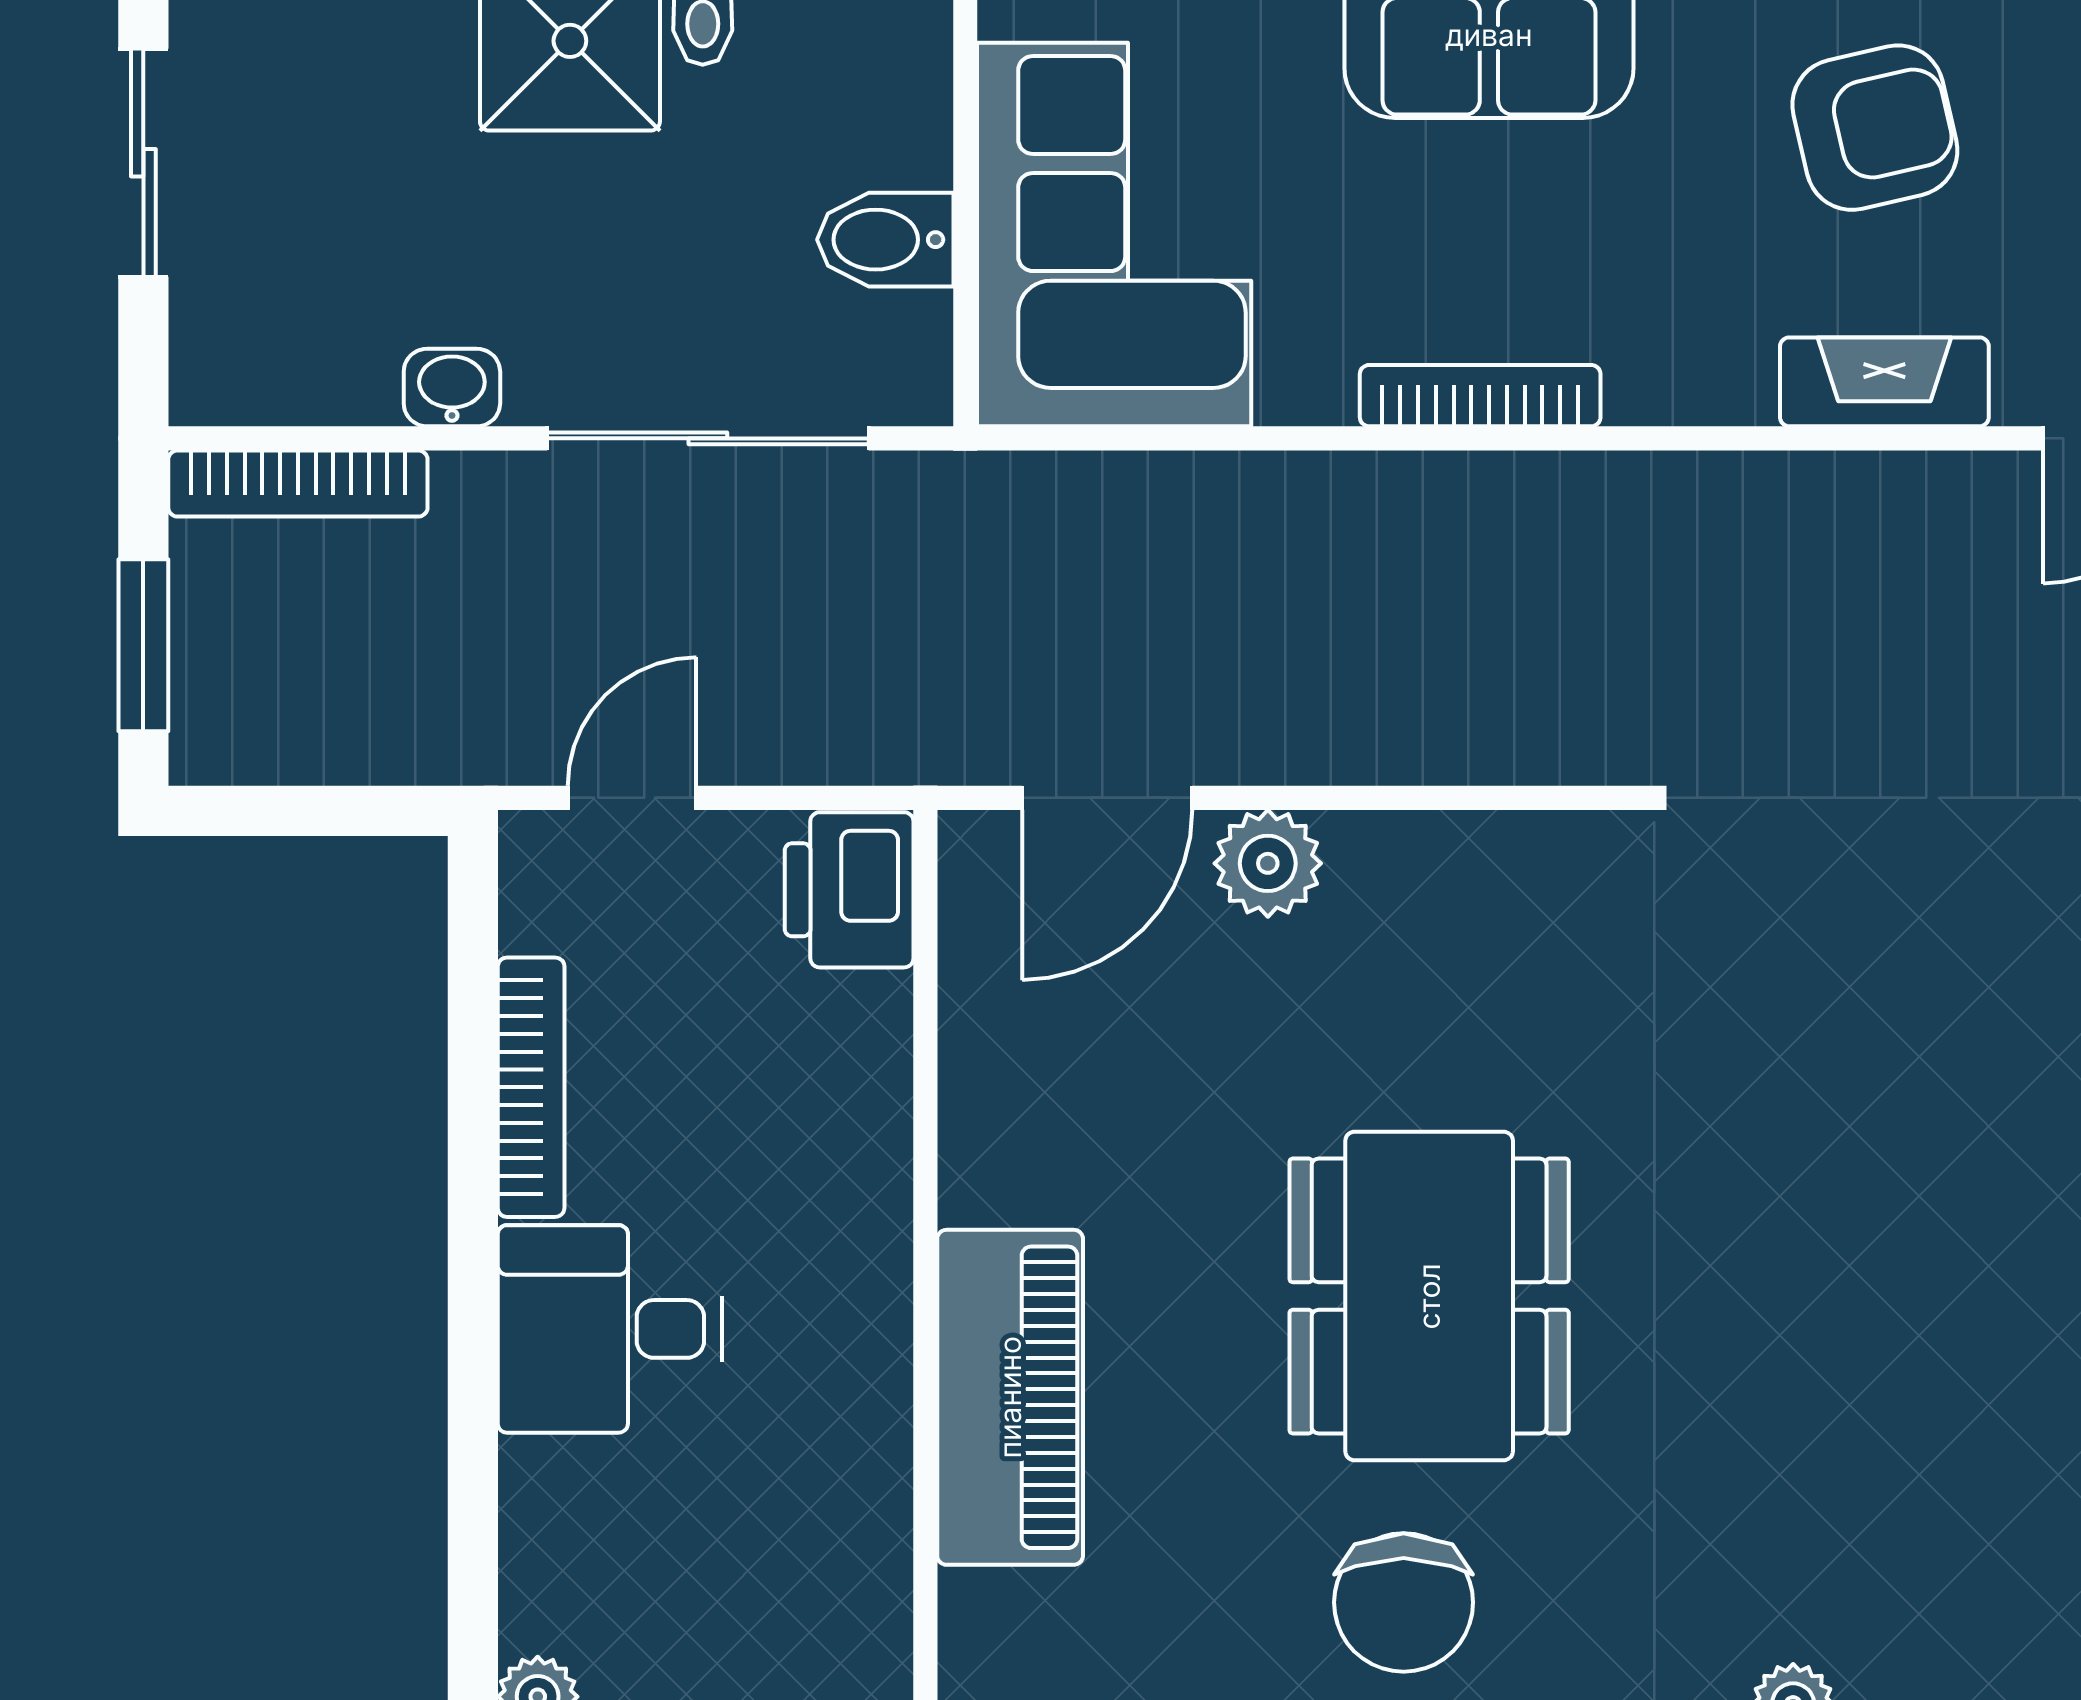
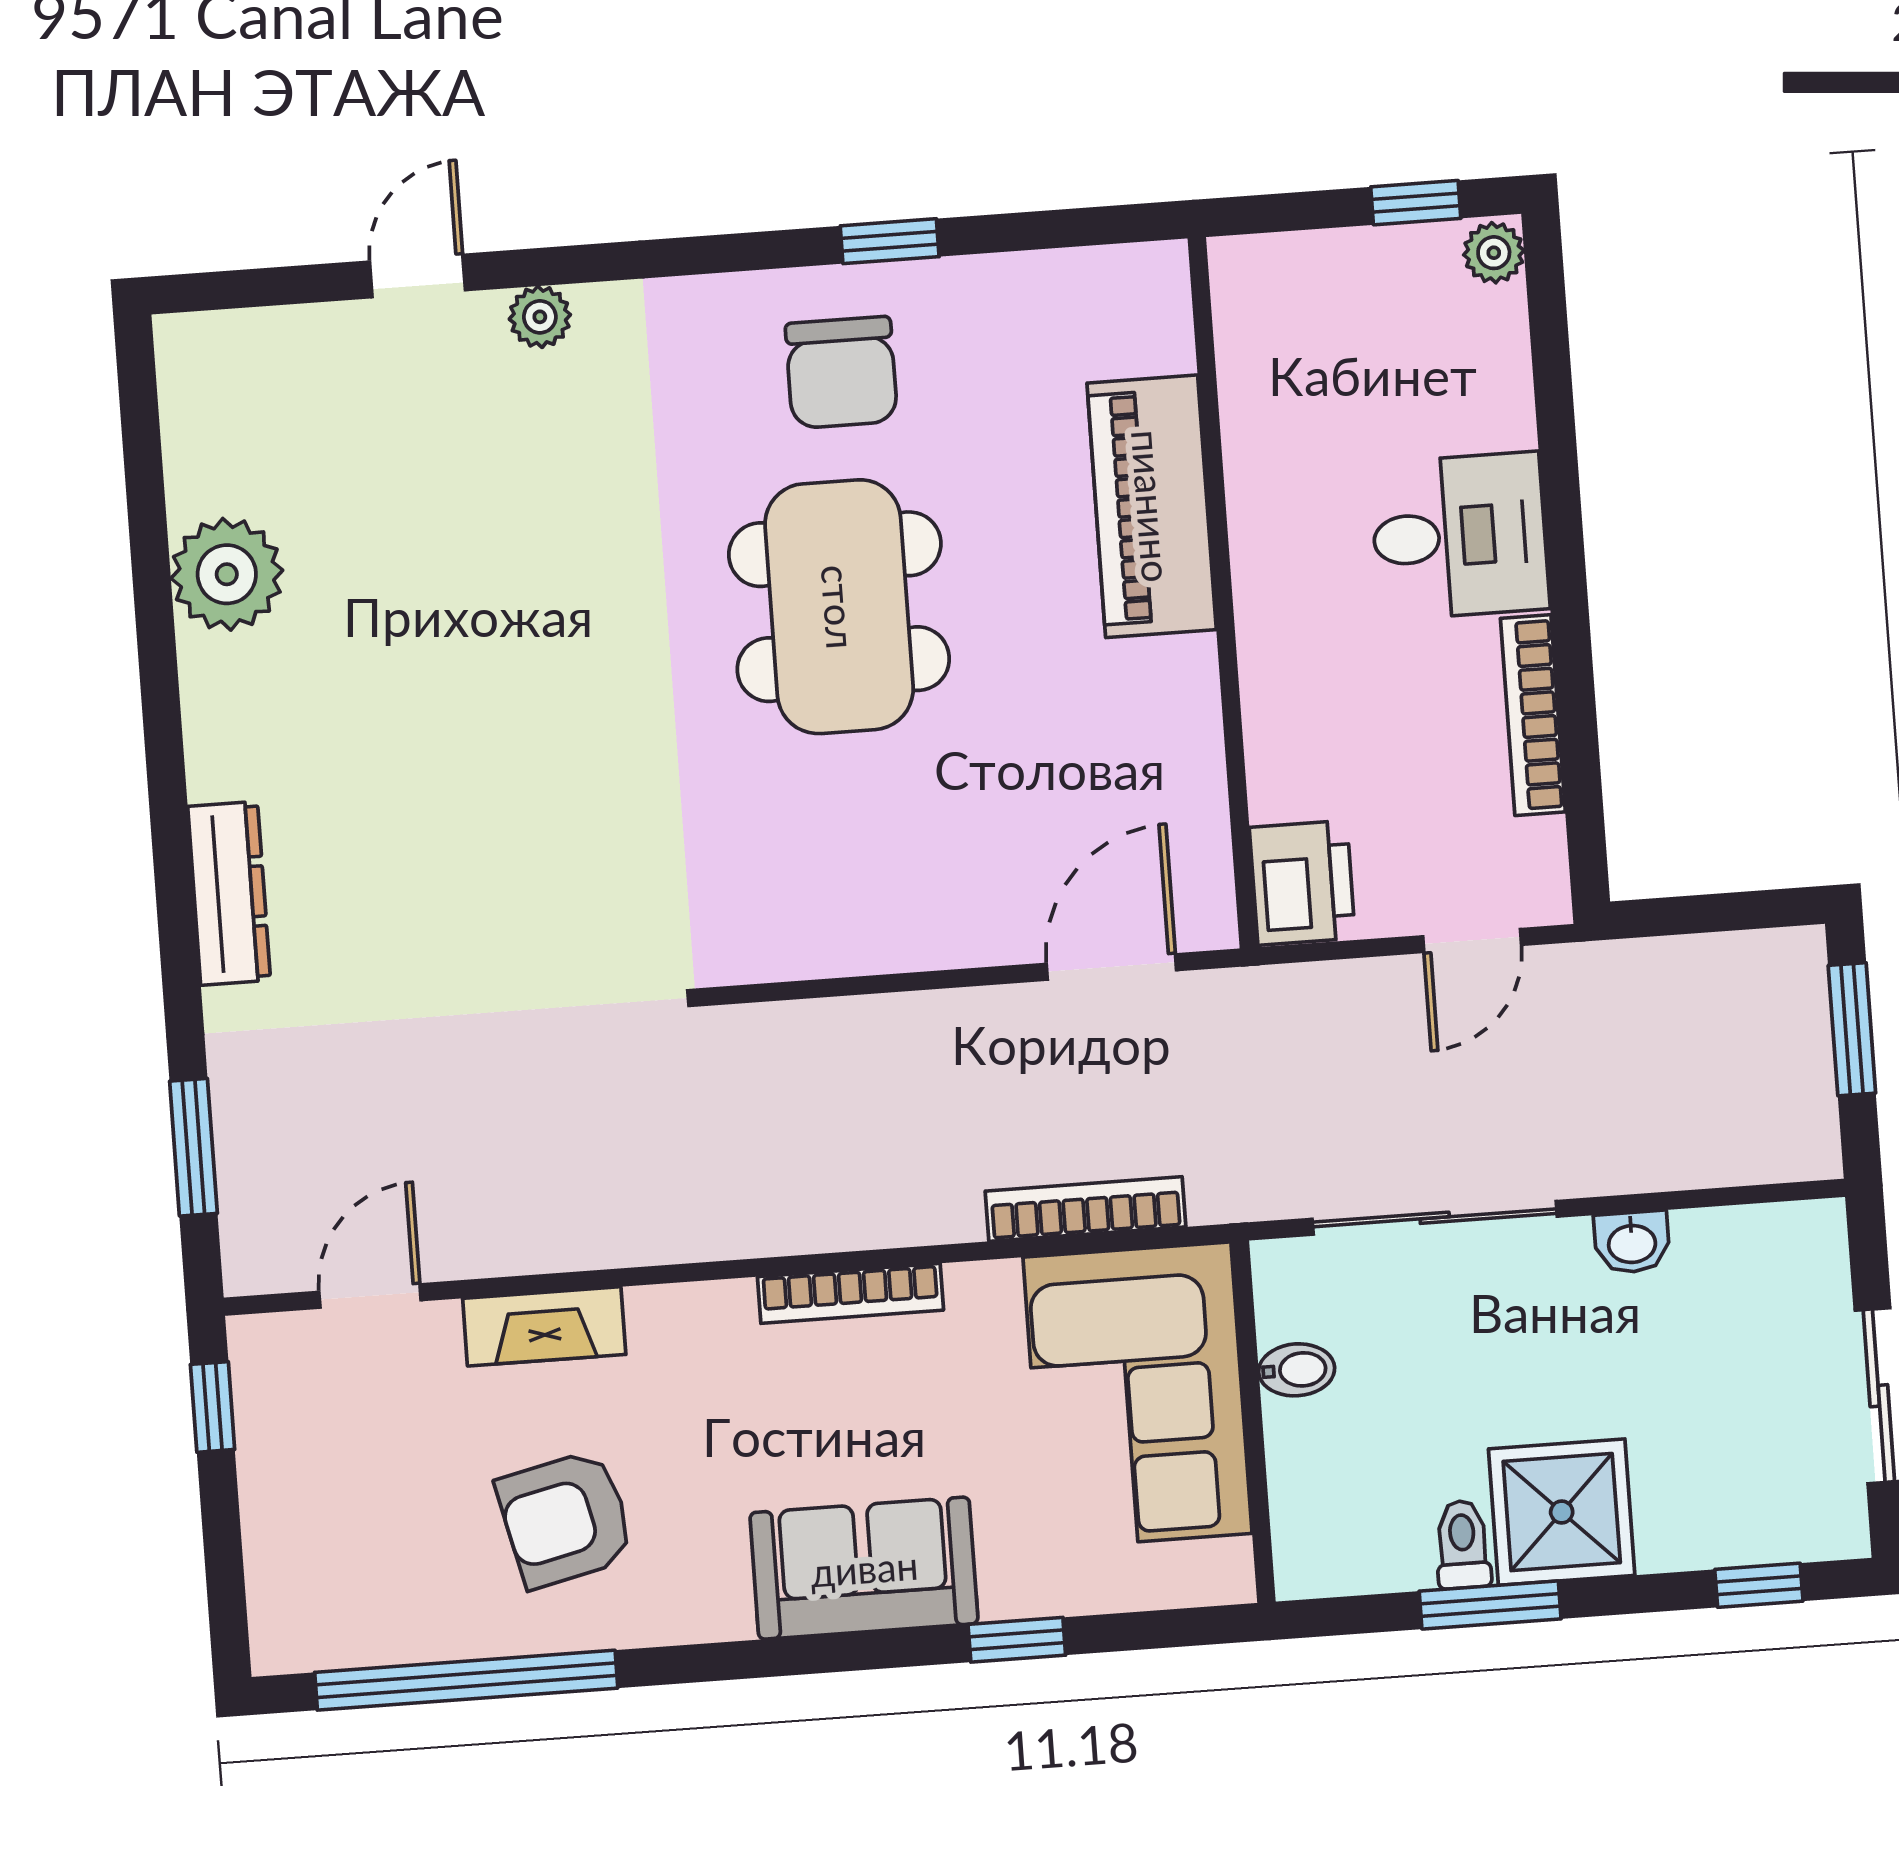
bidet: (885, 240) -> (1297, 1370), width x0.72, depth x0.74
bookcase: (298, 484) -> (1085, 1209), moved
plant: (1268, 863) -> (986, 926), removed
chair: (1404, 1602) -> (841, 372), turned 180

